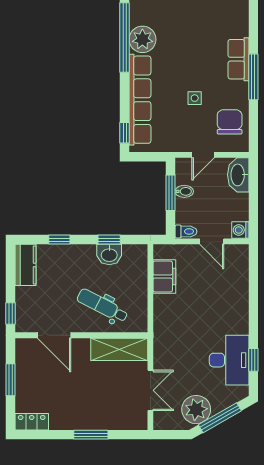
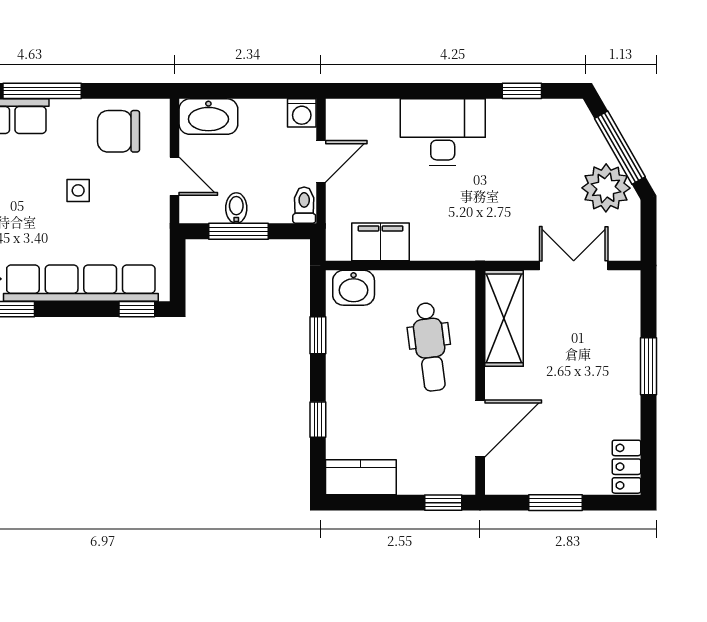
washbasin: (109, 255) -> (354, 288), moved, turned 90
dental chair: (102, 306) -> (430, 347), turned -34
desk: (229, 360) -> (443, 132), moved

